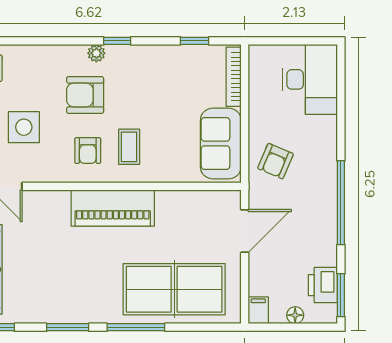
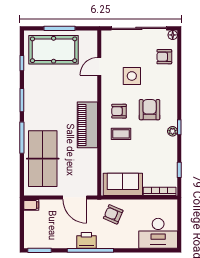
plant: (96, 53) -> (173, 131), moved
printer: (323, 285) -> (86, 240), moved
floor lamp: (295, 315) -> (28, 225), removed

